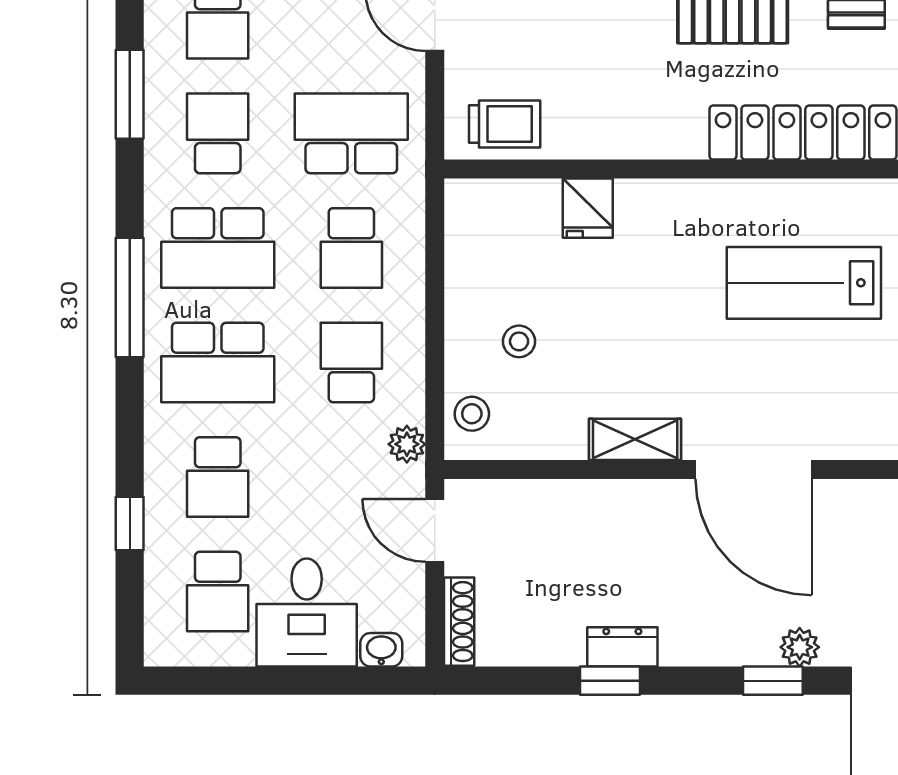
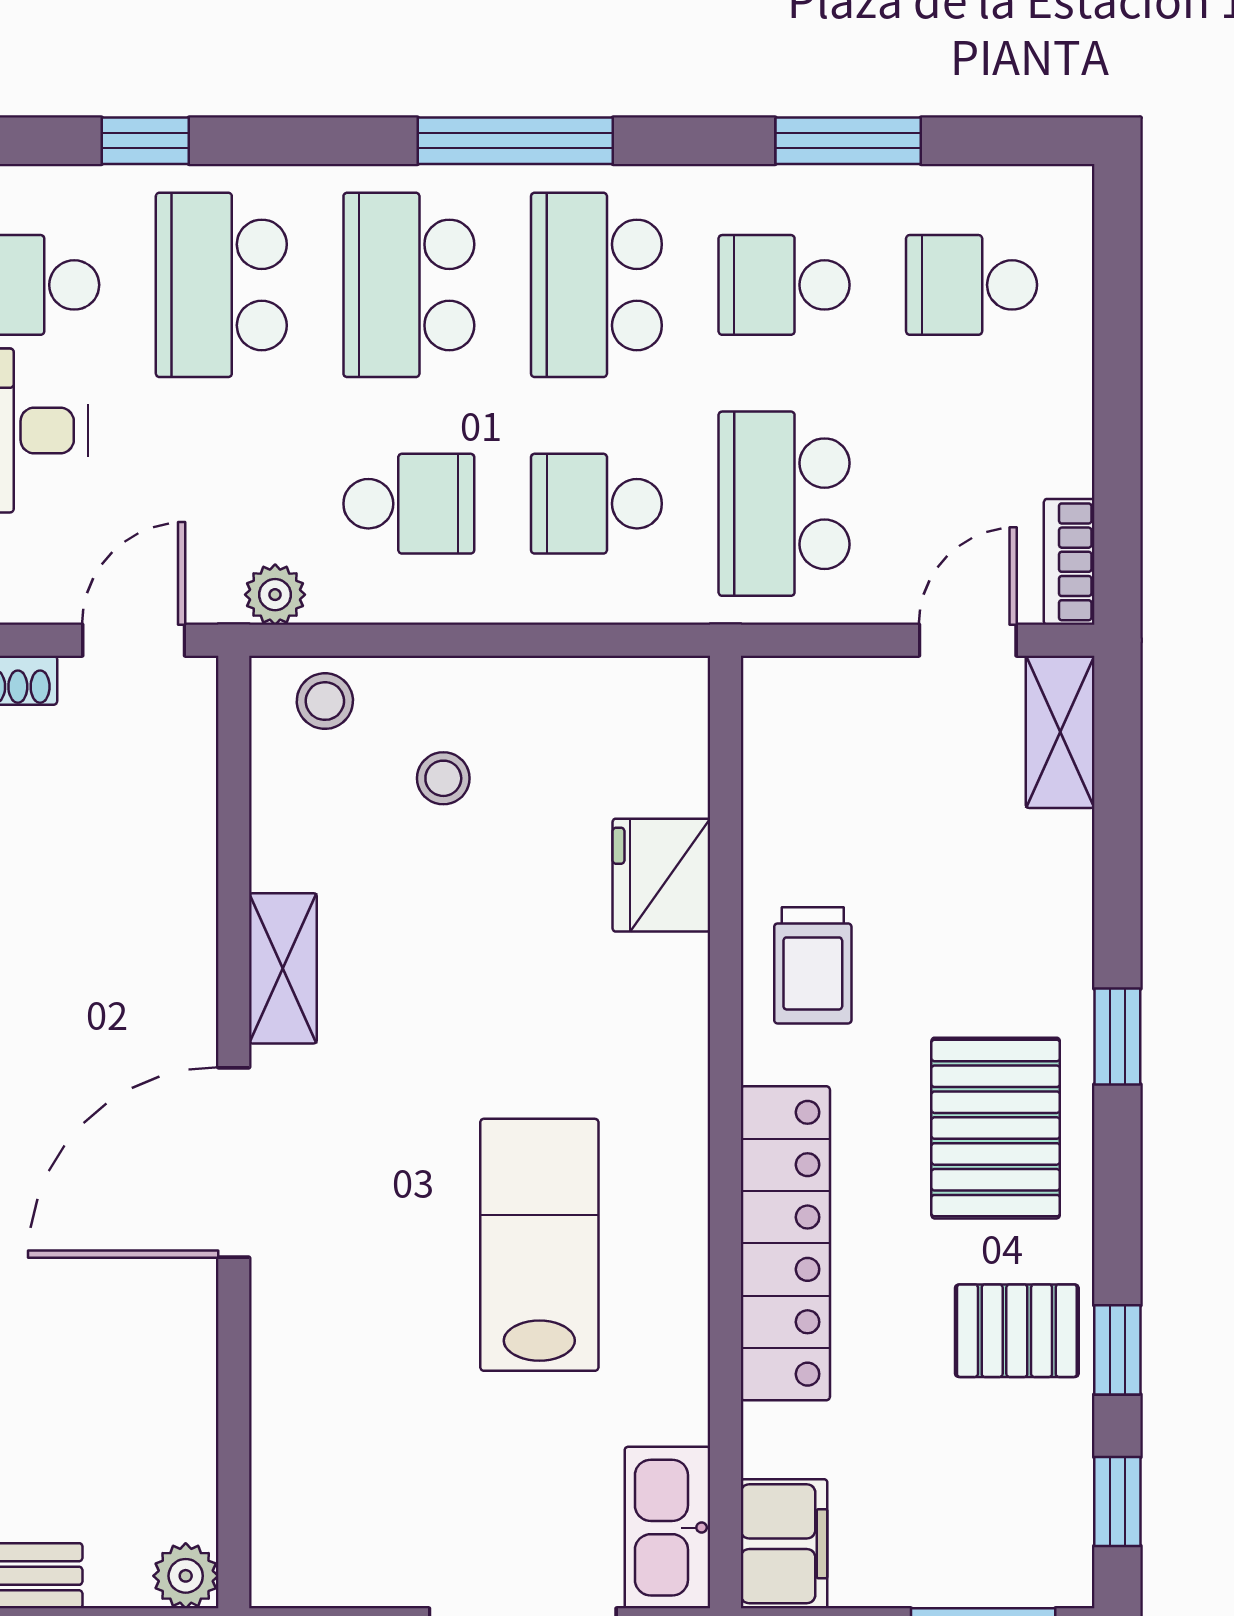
trolley: (505, 124) -> (813, 965), moved
school desk: (218, 133) -> (784, 285), turned 180
school desk: (351, 133) -> (784, 504), turned 180
fridge: (588, 208) -> (661, 875), width x1.38
school desk: (218, 477) -> (221, 285), width x1.85

